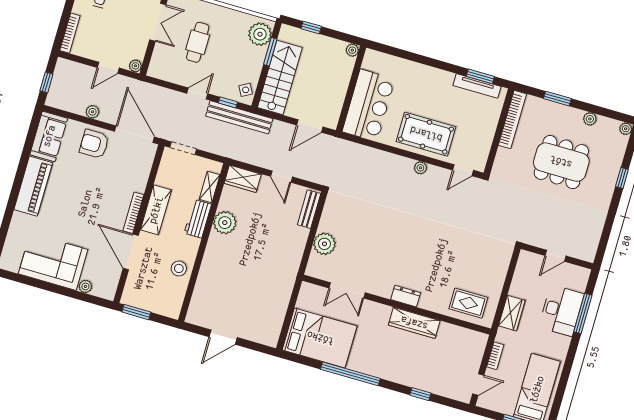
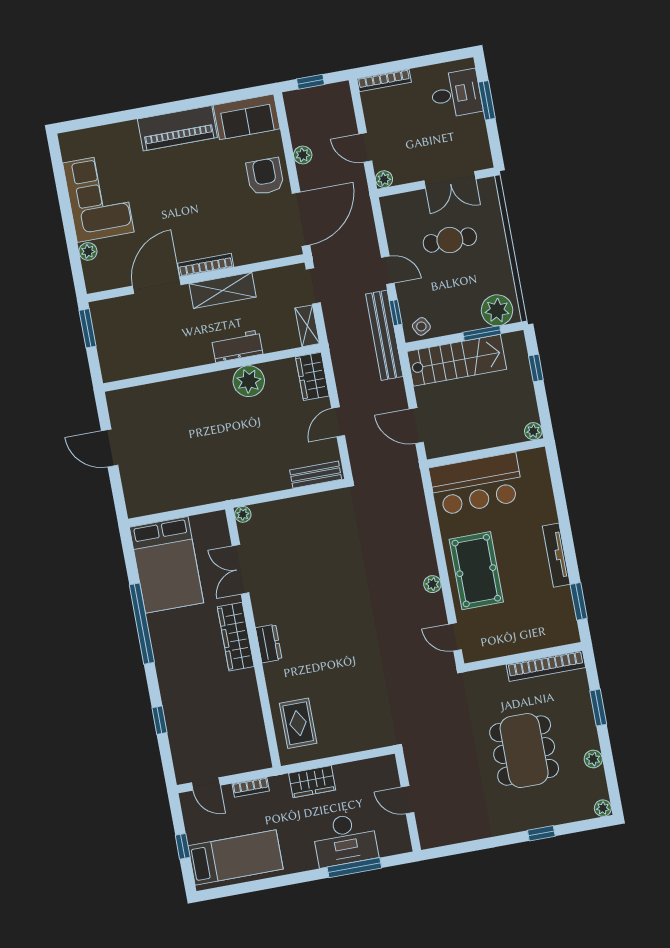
tv unit: (477, 86) -> (556, 555), moved
shelving: (210, 187) -> (307, 326), moved, turned 90
plant: (324, 244) -> (243, 514), moved, width x0.53, depth x0.53
stool: (179, 268) -> (166, 353), removed
wardrobe: (414, 323) -> (236, 637), moved

